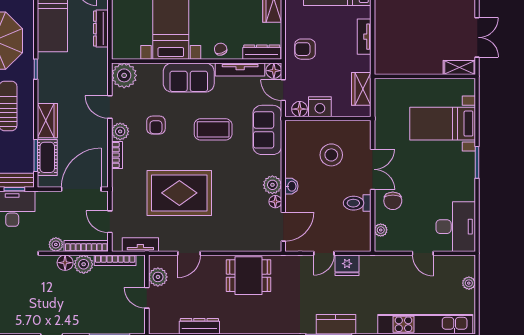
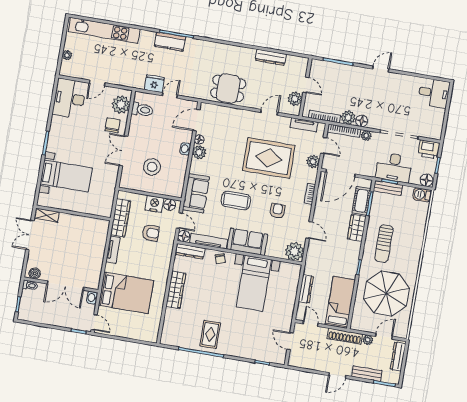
armchair: (305, 49) -> (151, 233), moved
wardrobe: (361, 89) -> (121, 218), width x1.50
plant: (120, 131) -> (313, 161), moved
toilet: (357, 203) -> (142, 110), moved
plant: (381, 230) -> (121, 105), width x1.87, depth x1.87
door: (423, 253) -> (97, 83), swing flipped

